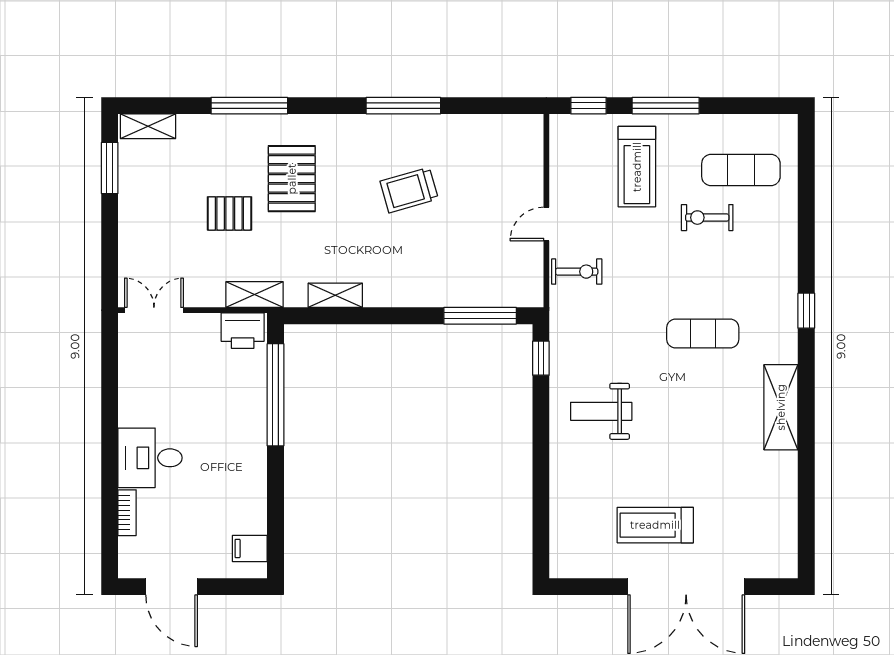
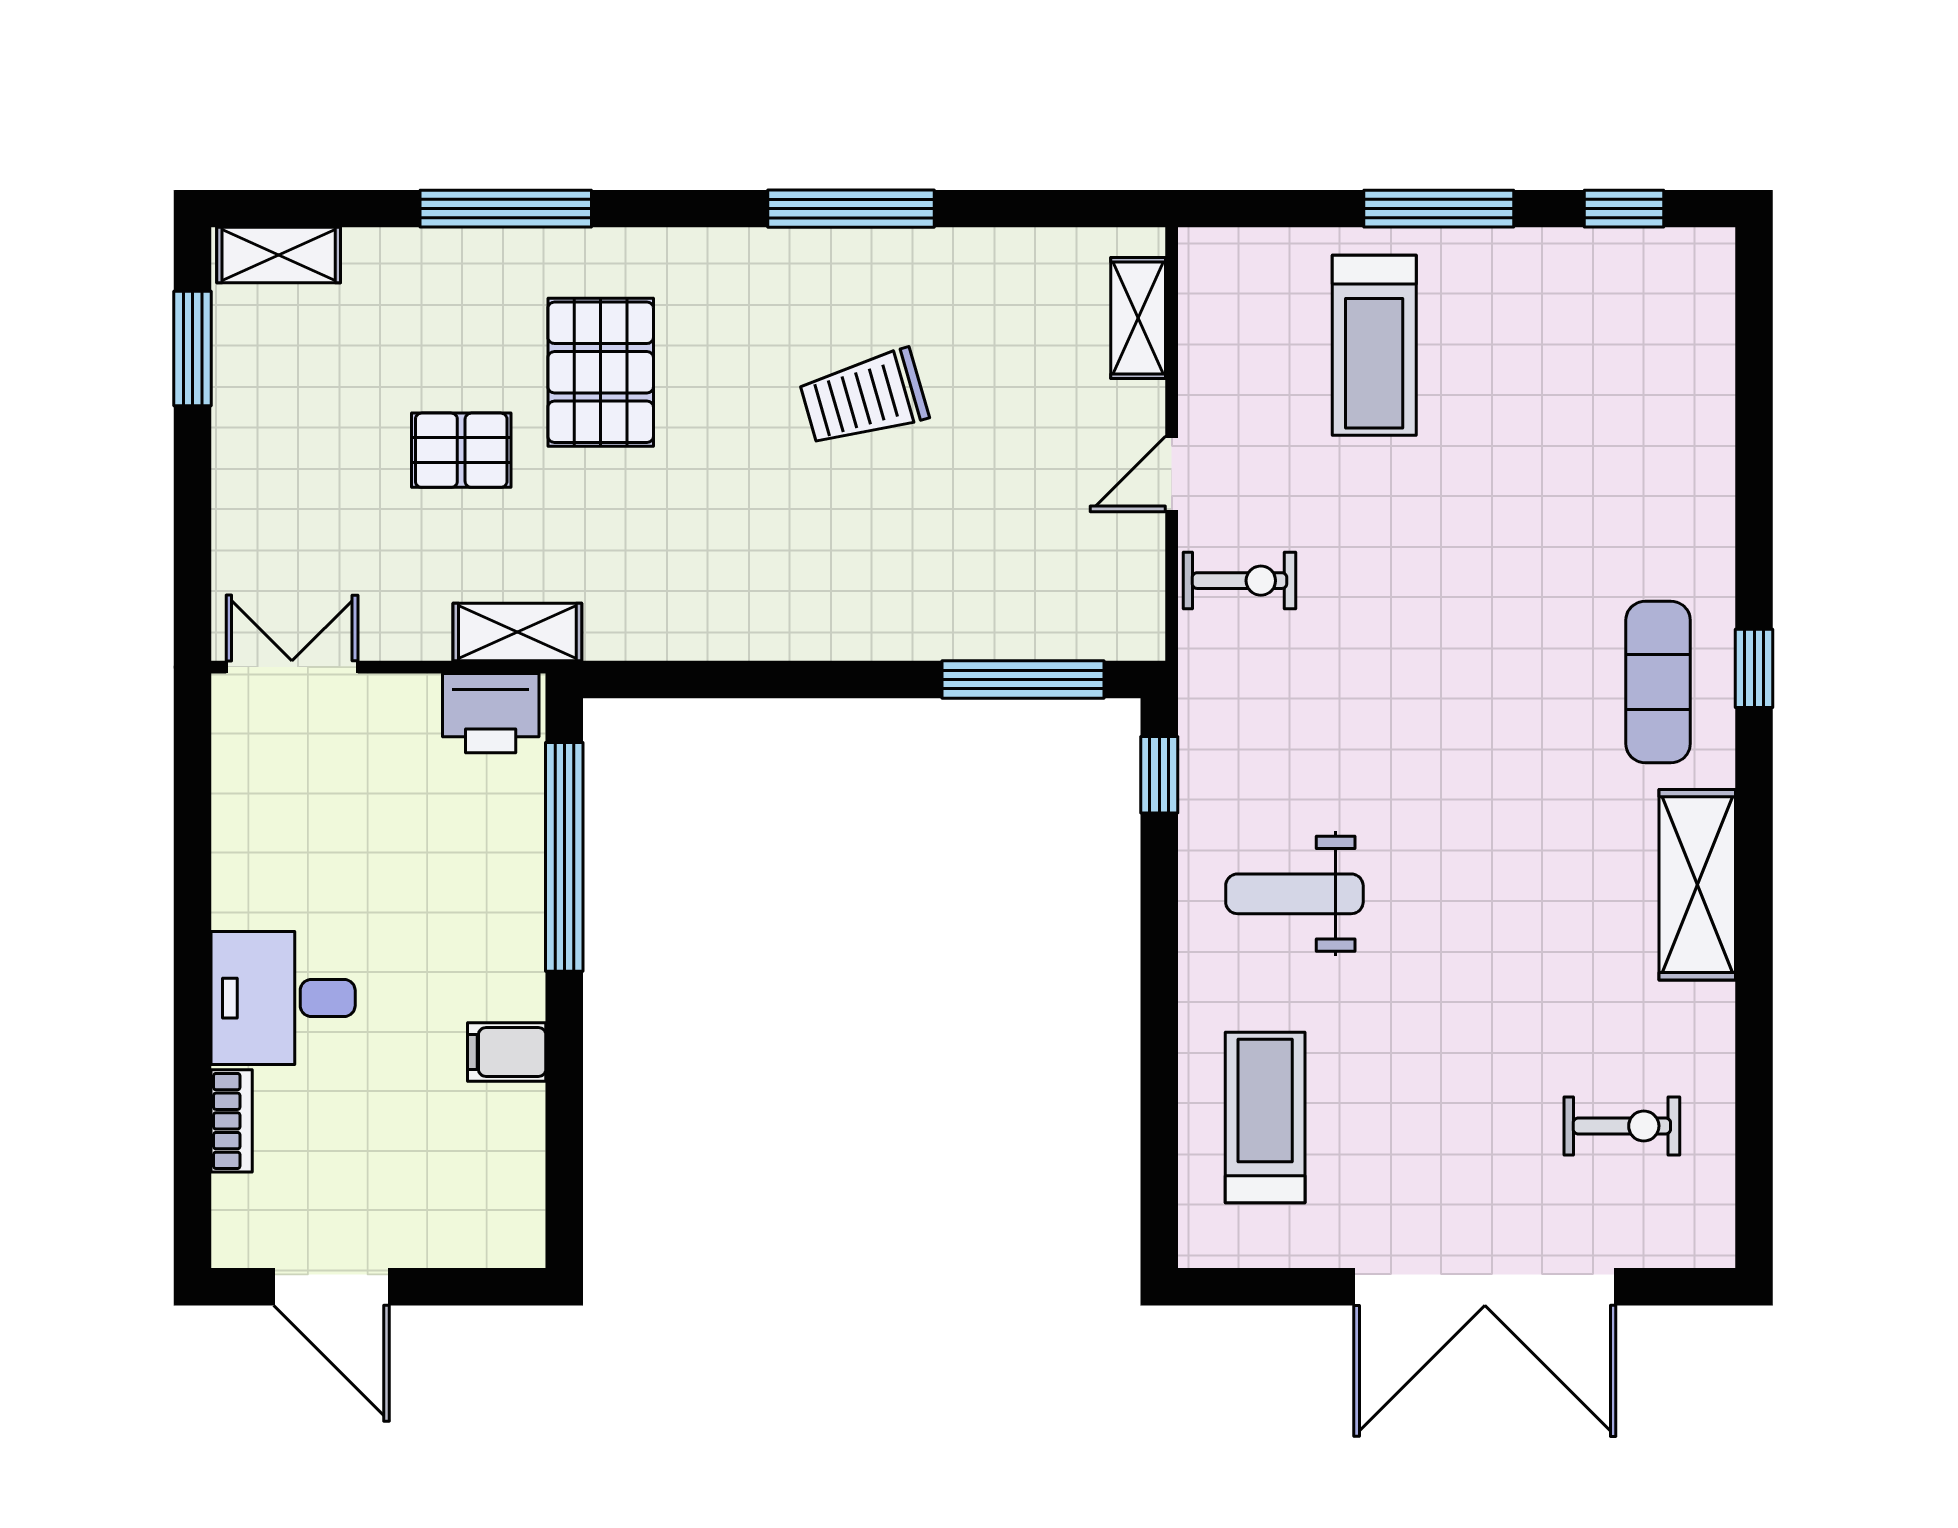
window: (588, 106) -> (1624, 209), moved
exercise mat: (741, 170) -> (1608, 353), removed
exercise bike: (707, 218) -> (1622, 1126), moved, turned 180
shelving: (335, 295) -> (1138, 318), moved, turned 90
exercise mat: (703, 333) -> (1658, 682), moved, turned 90
treadmill: (655, 525) -> (1265, 1118), moved, turned 90
filing cabinet: (250, 548) -> (507, 1052), moved

